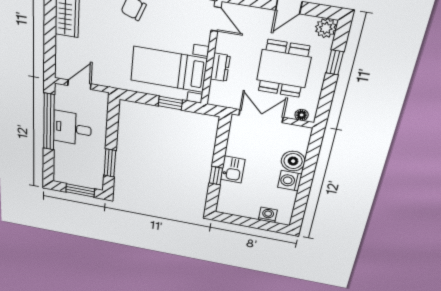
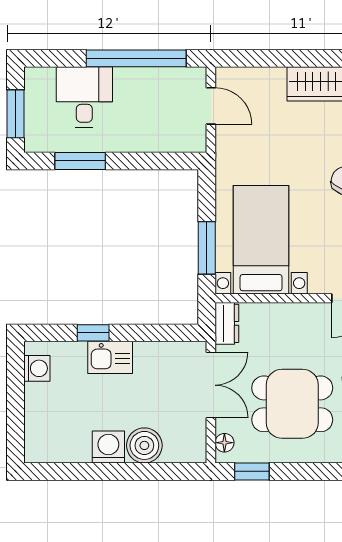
window: (335, 62) -> (252, 471), moved
dresser: (220, 67) -> (227, 323), moved, turned -90
window: (170, 103) -> (207, 248), width x1.50
desk: (72, 128) -> (84, 97), moved
washing machine: (268, 215) -> (37, 368), moved

